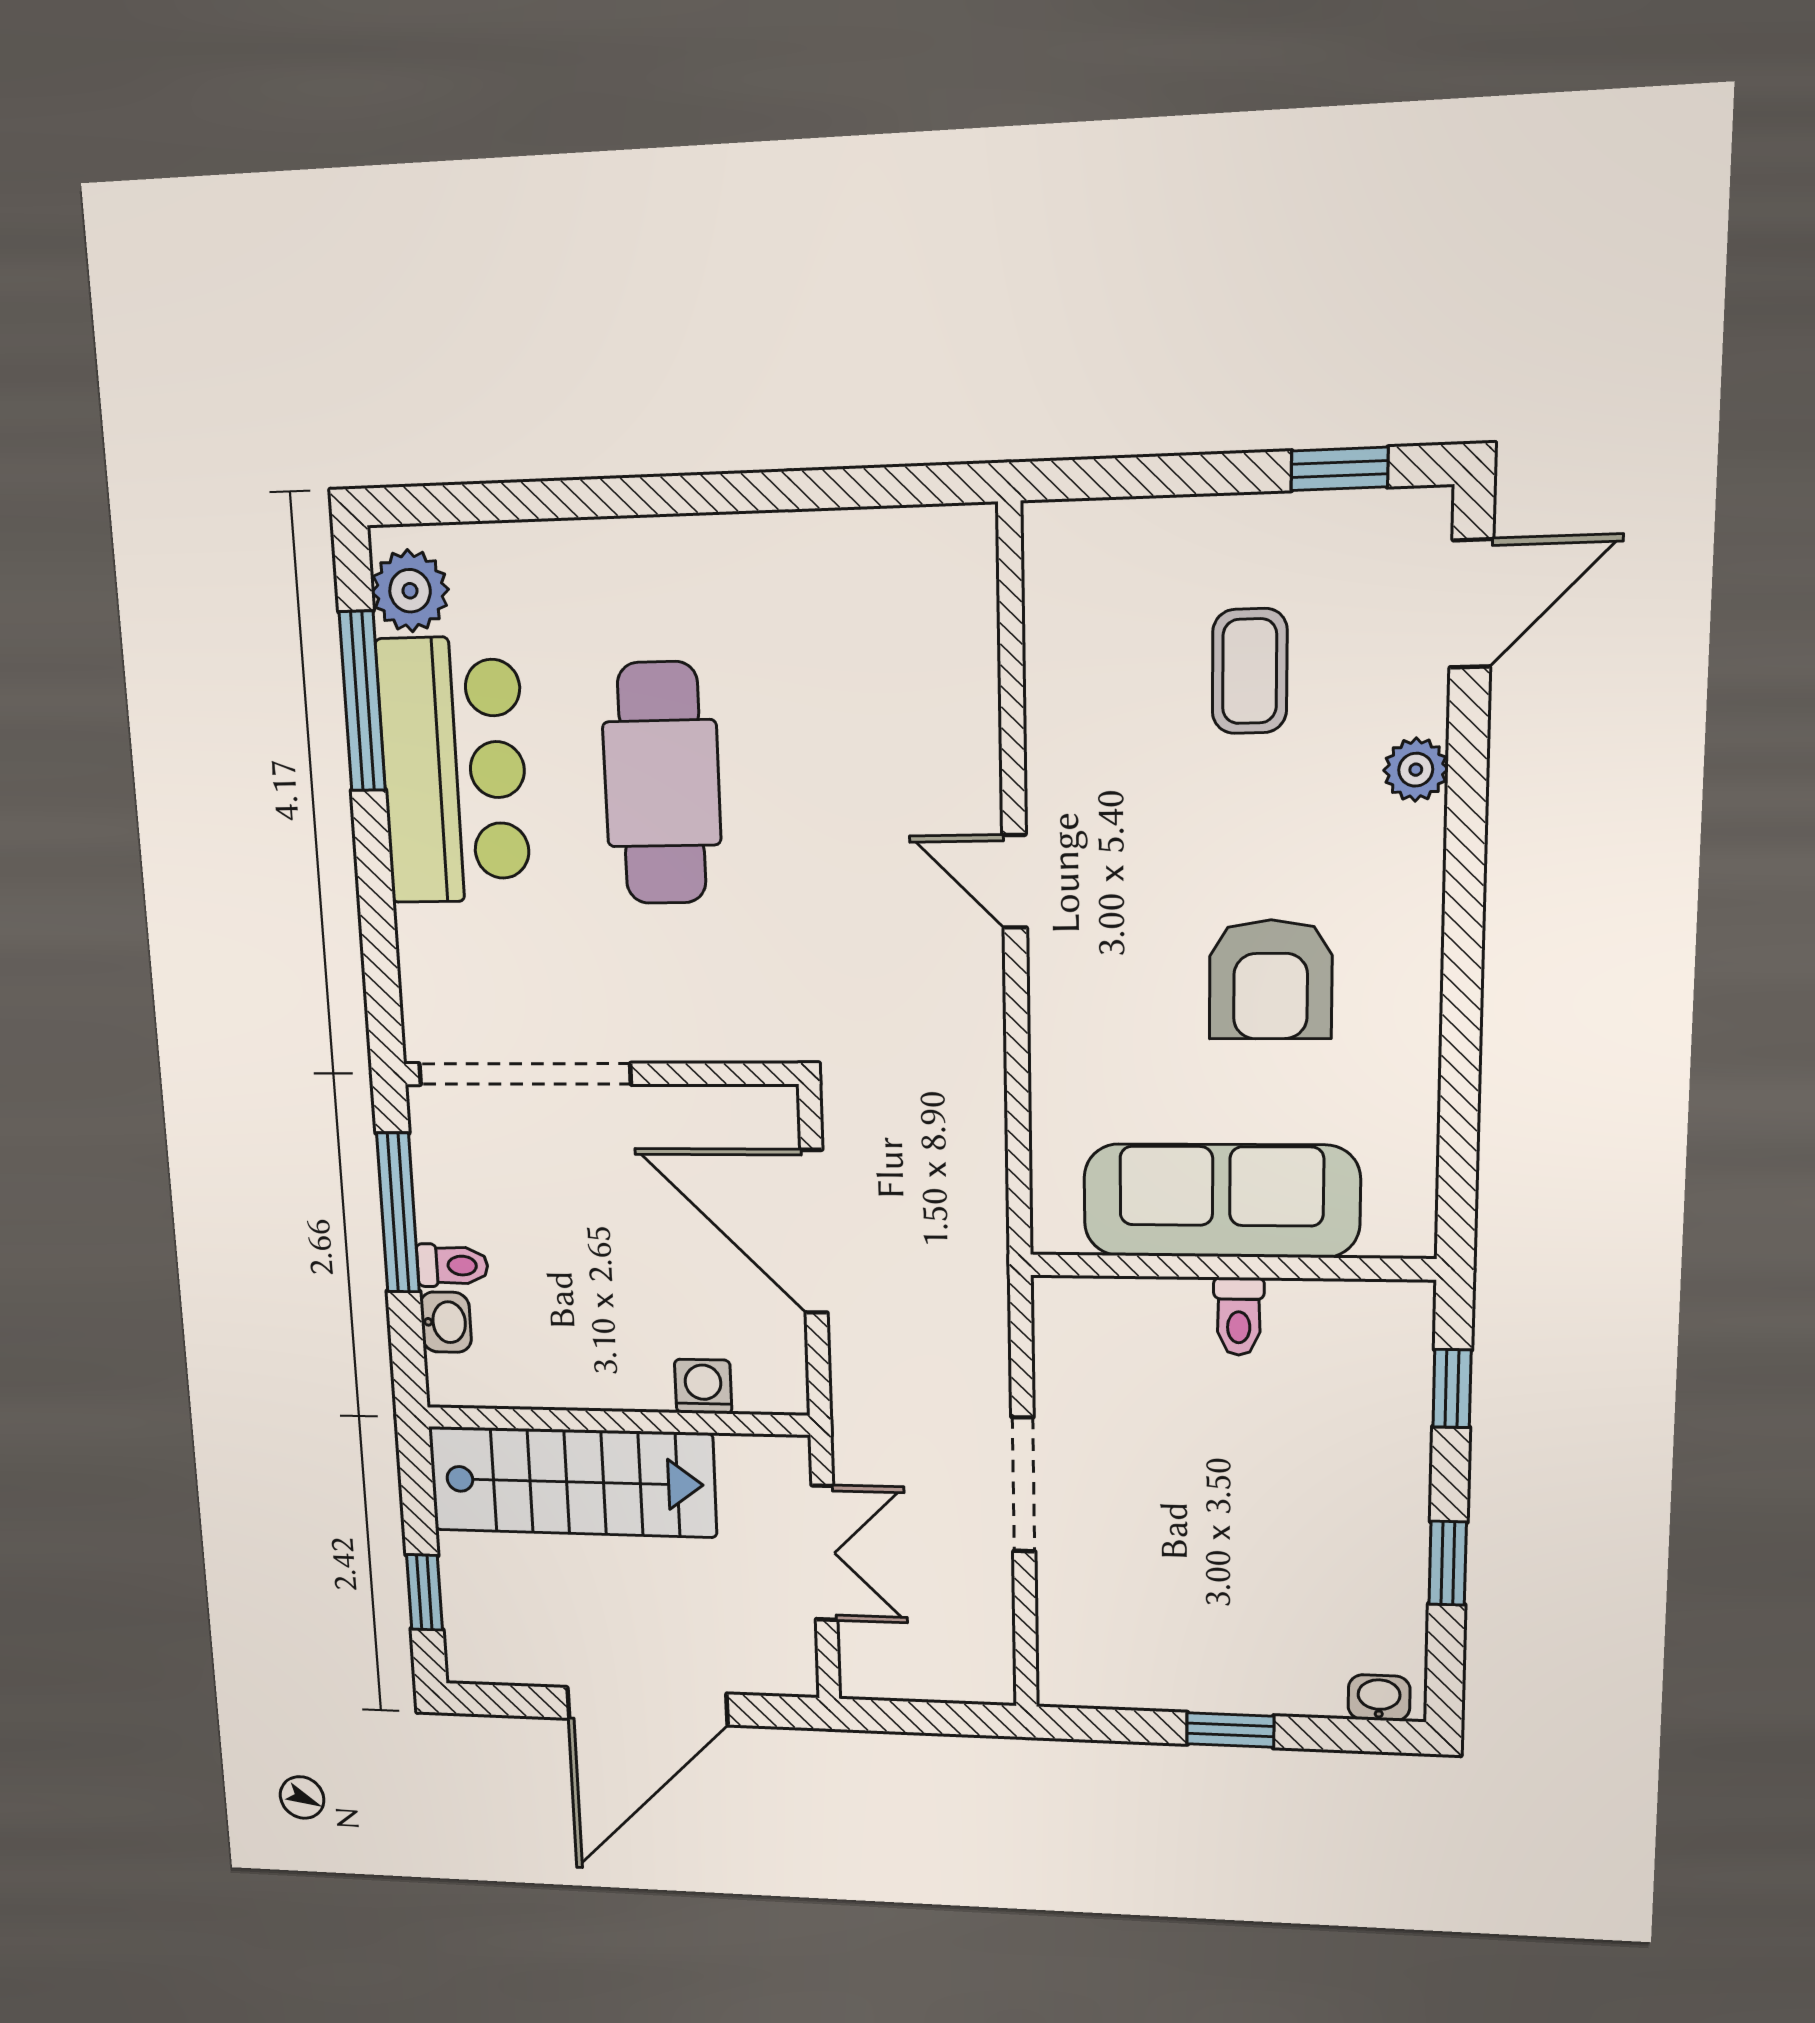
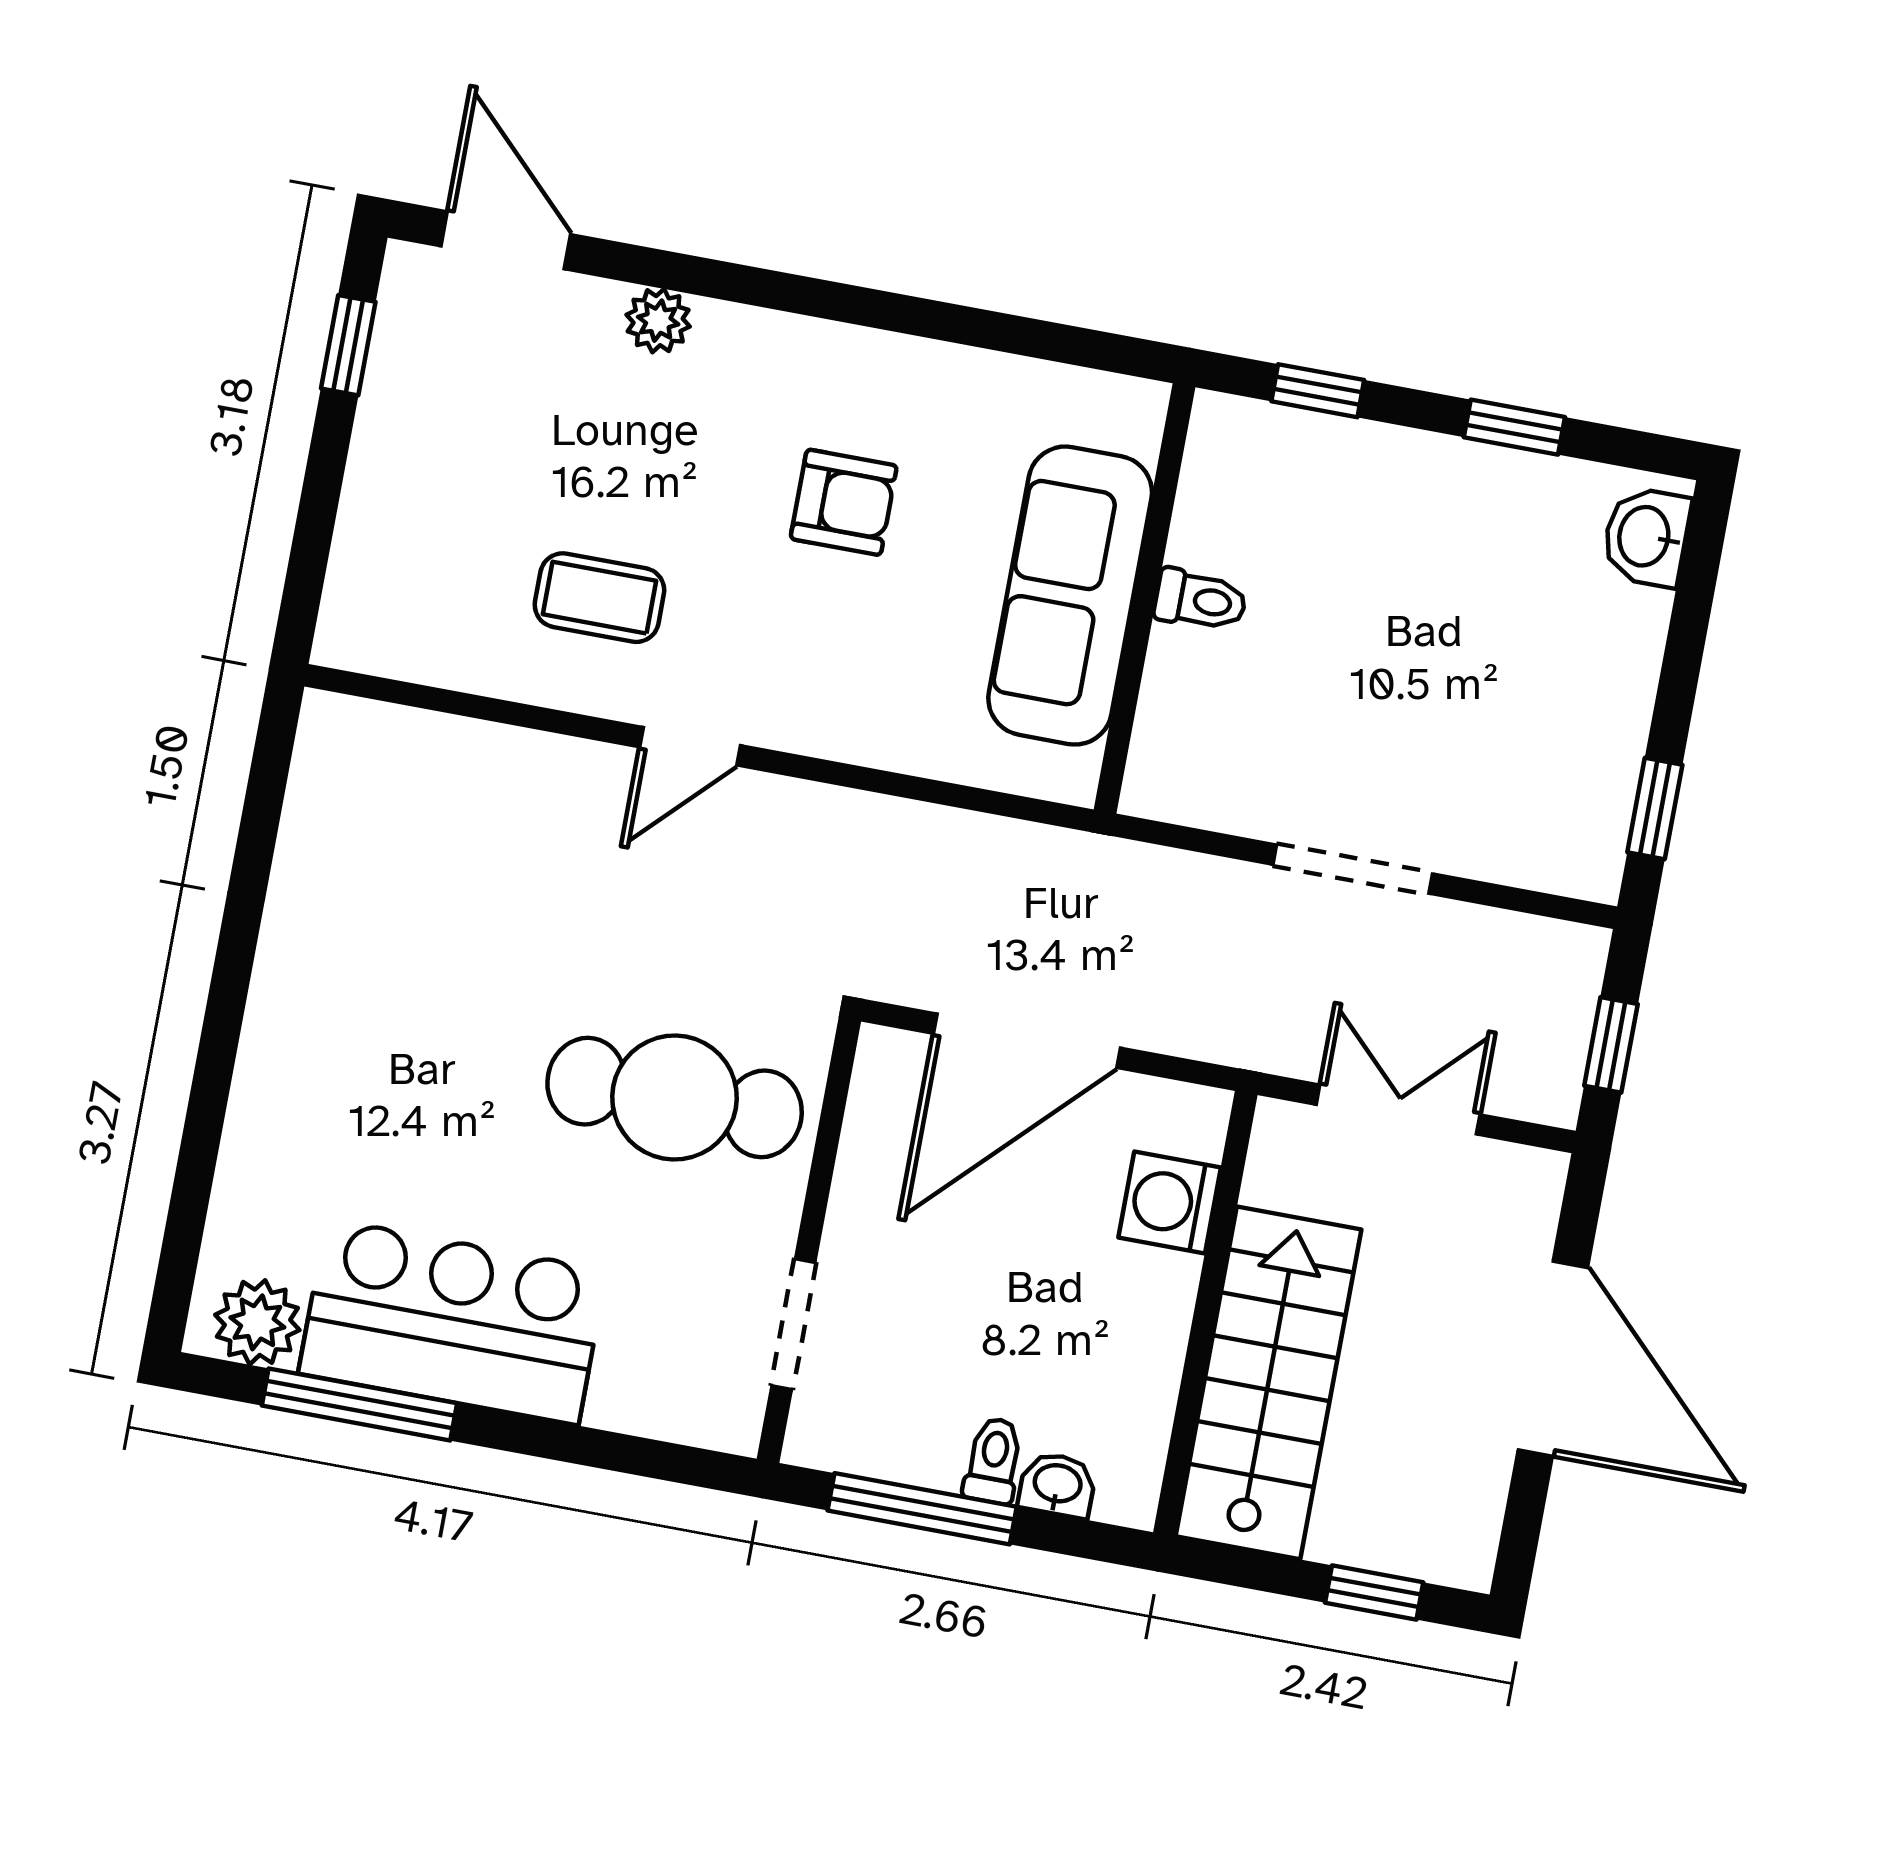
coffee table: (1250, 671) -> (599, 598), moved
cafe table: (662, 783) -> (675, 1098), moved
armchair: (1271, 979) -> (844, 502), width x0.72, depth x0.72
doorway: (525, 1074) -> (793, 1324), width x0.53
washing machine: (703, 1387) -> (1170, 1203), width x1.38, depth x1.38
washbasin: (1379, 1698) -> (1646, 537), width x1.38, depth x1.45
window: (917, 1717) -> (1611, 1045), added
window: (1230, 1730) -> (1655, 808), moved

